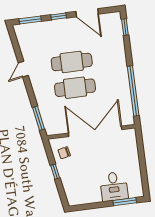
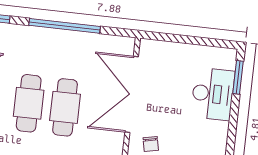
window: (133, 91) -> (65, 26), moved
desk: (114, 186) -> (213, 94), width x1.37

